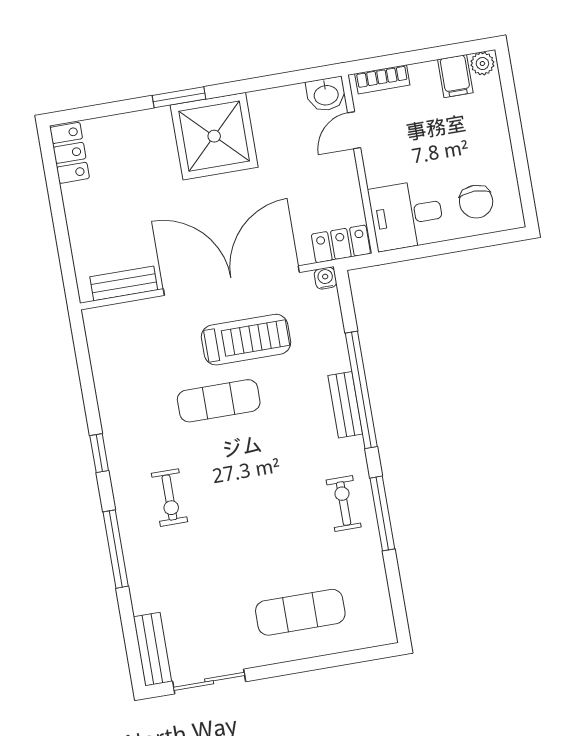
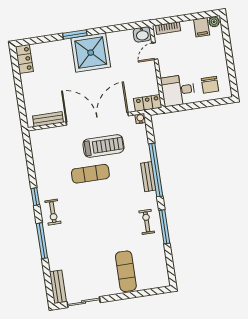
exercise bike: (169, 498) -> (53, 212), moved
exercise mat: (300, 612) -> (126, 271), turned 90

